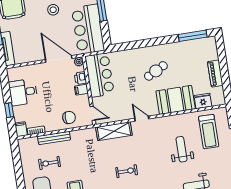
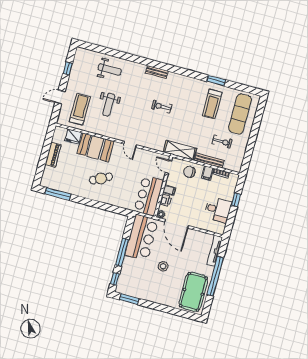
filing cabinet: (21, 129) -> (208, 173), moved
shelving: (114, 131) -> (180, 150), moved

